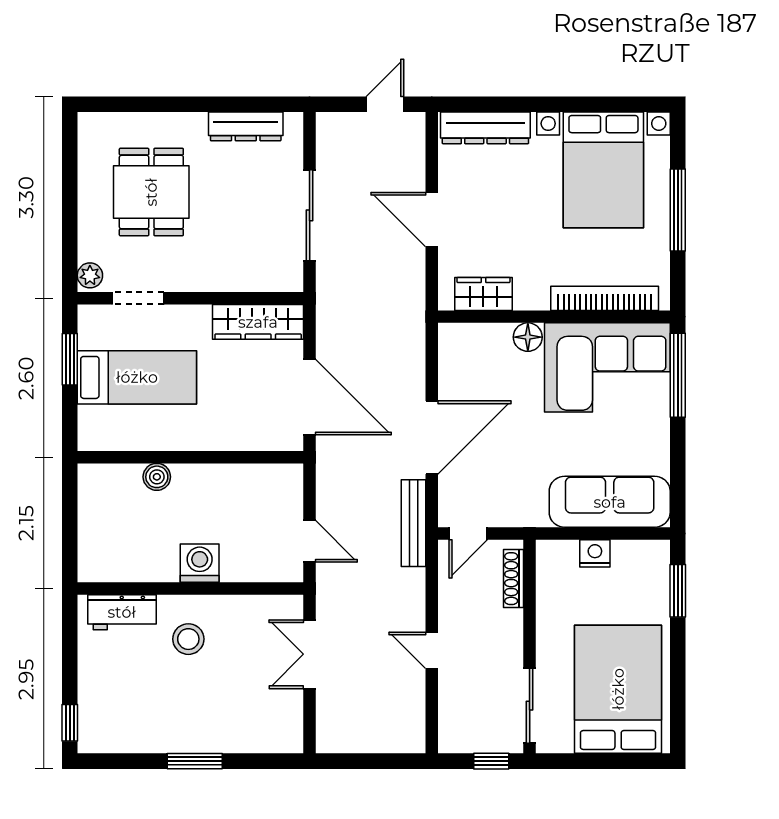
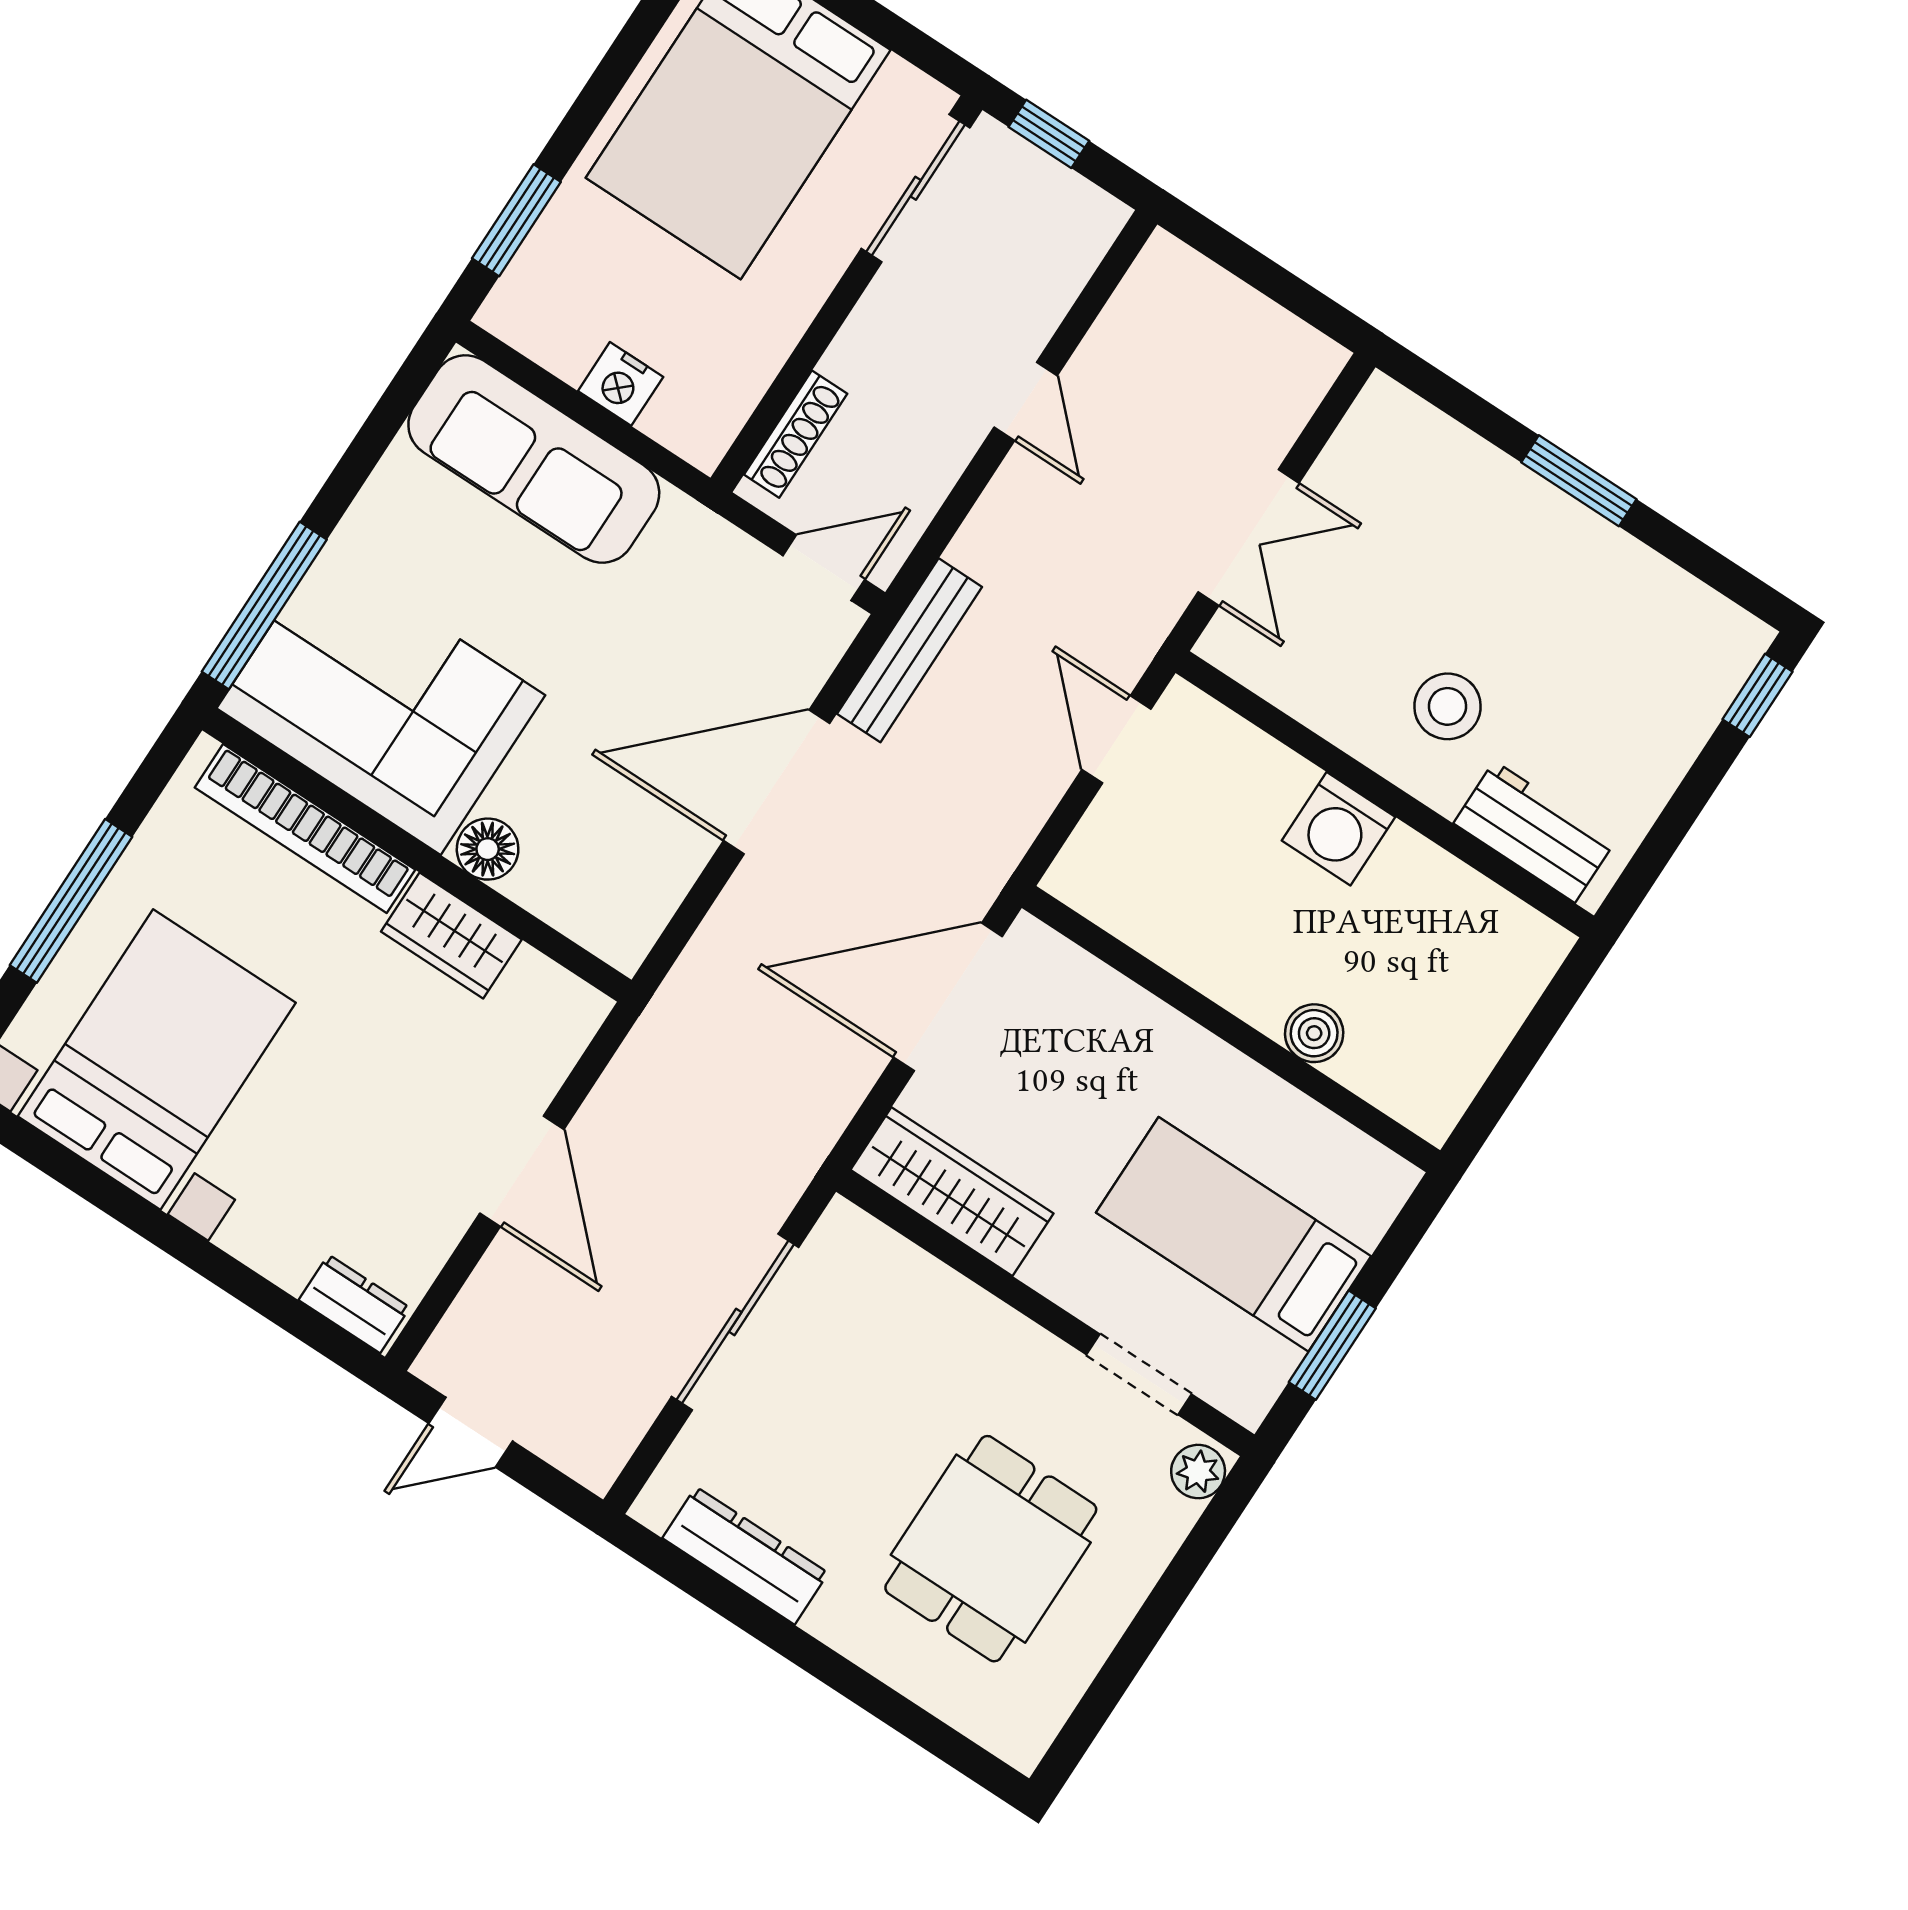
dresser: (485, 128) -> (354, 1304), width x0.51, depth x0.80
wardrobe: (483, 294) -> (451, 936), moved
door: (310, 397) -> (948, 997), hinge flipped

